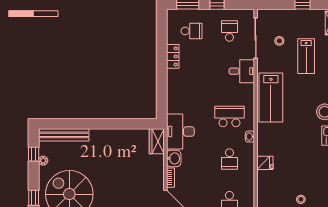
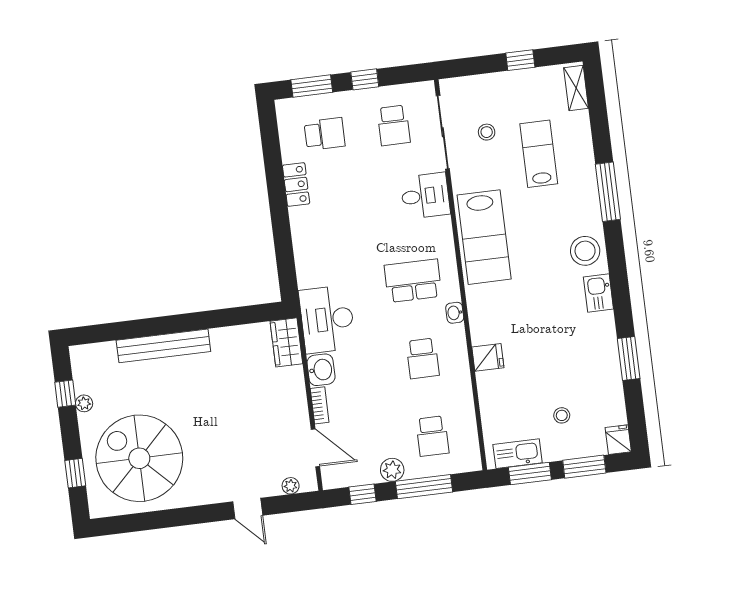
school desk: (229, 31) -> (394, 125), turned 180
lab bench: (306, 56) -> (539, 154), turned 180
bench: (64, 135) -> (163, 346), moved

